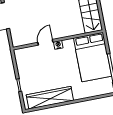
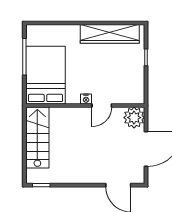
plant: (19, 38) -> (134, 118), added

